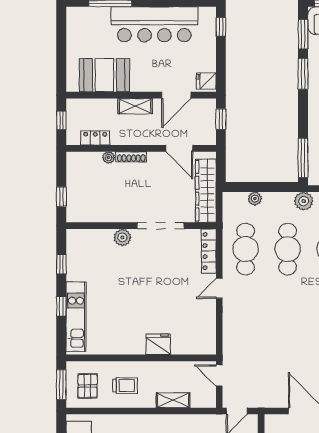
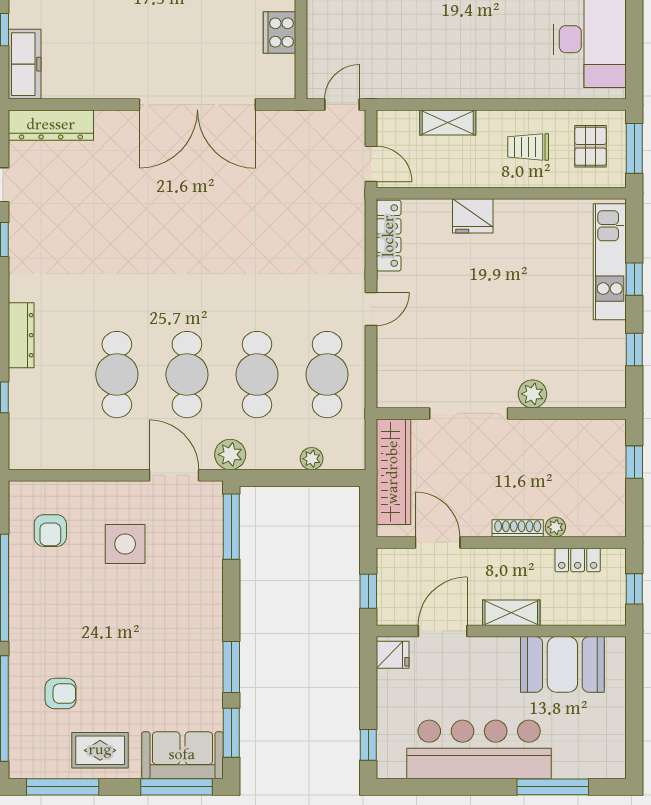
locker: (209, 251) -> (389, 236), moved

